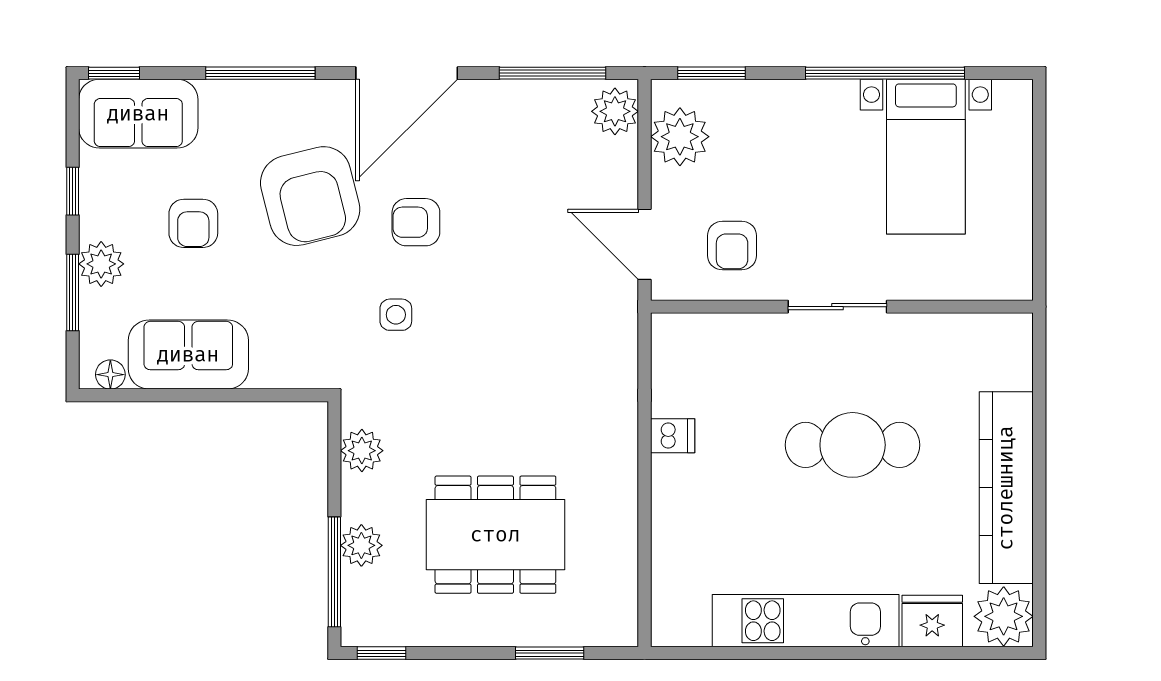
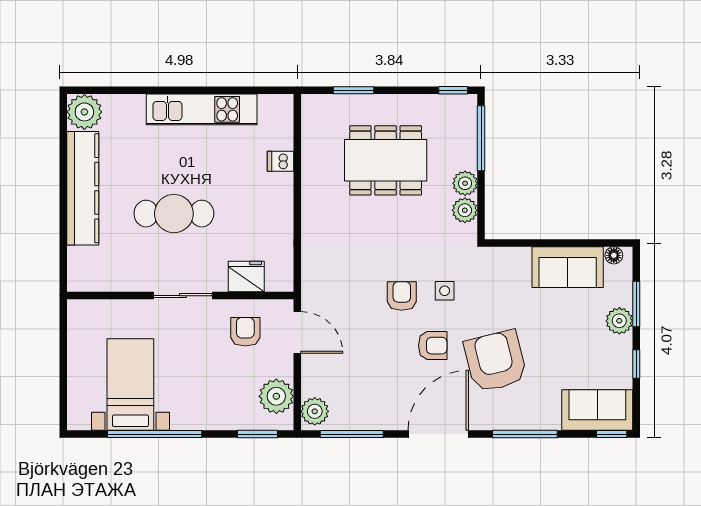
armchair: (193, 223) -> (402, 296), moved
dishwasher: (673, 436) -> (281, 161), moved
plant: (361, 545) -> (465, 183), moved
fridge: (932, 621) -> (246, 277), moved, turned 180

